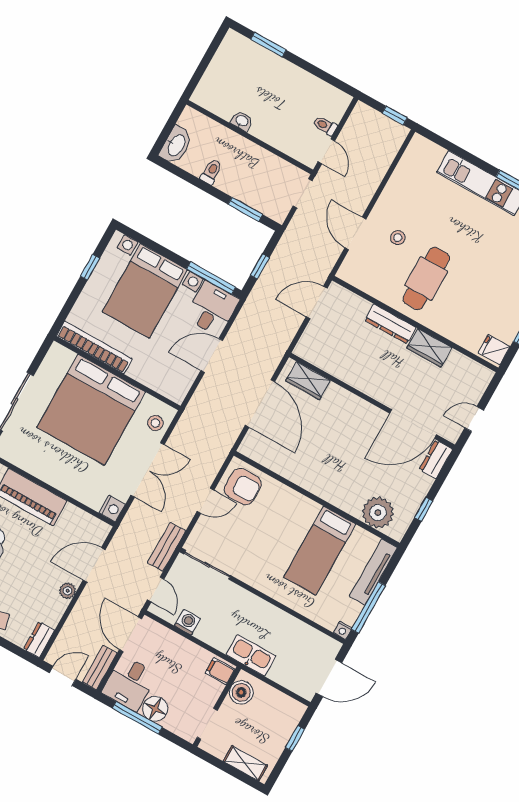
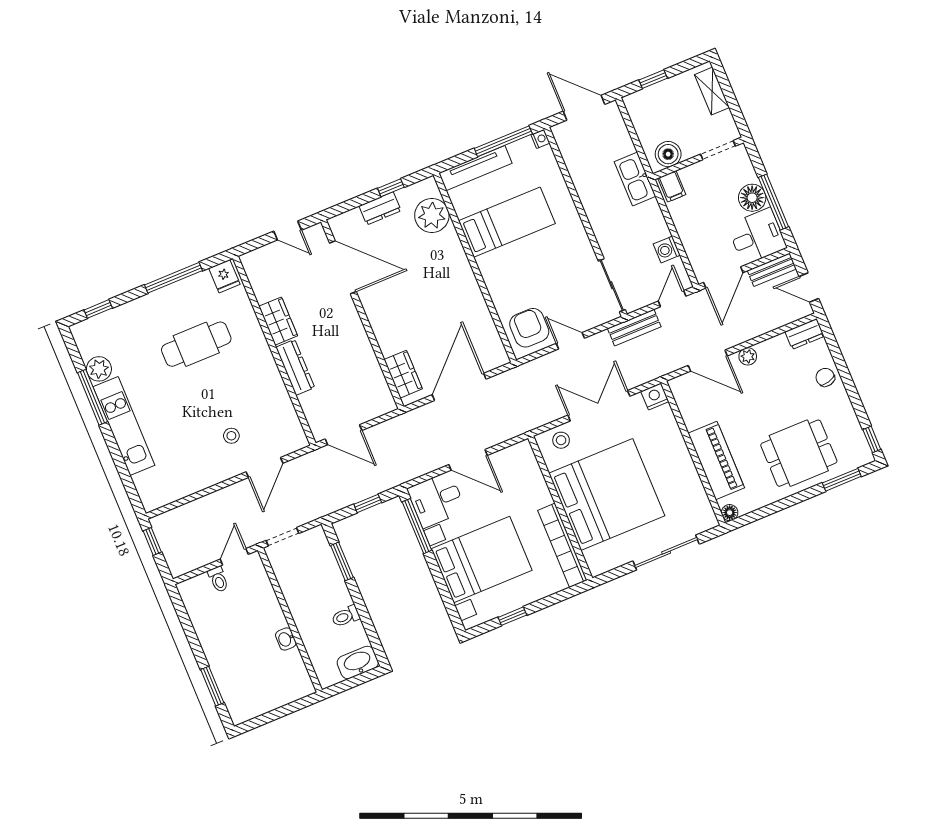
cafe table: (426, 278) -> (196, 344), moved
dresser: (436, 459) -> (380, 208), moved

